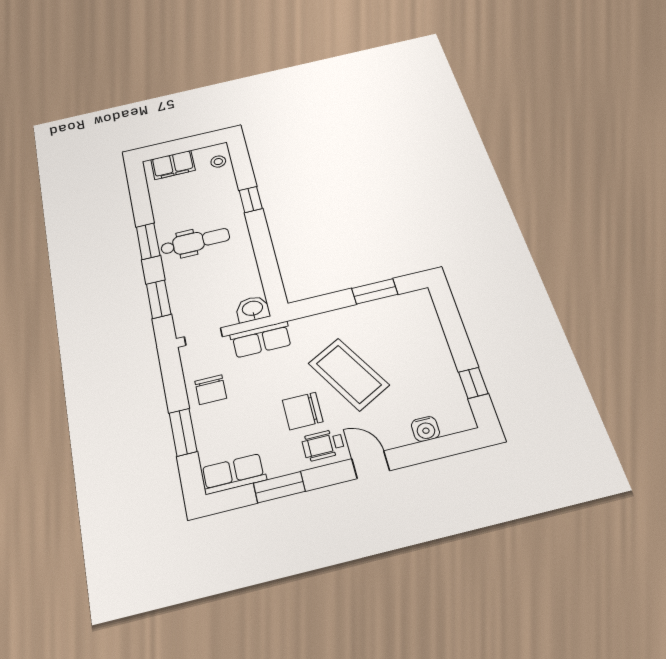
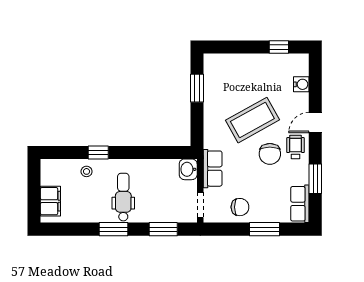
stool: (218, 162) -> (87, 171), moved
wheelchair: (323, 445) -> (296, 147), turned 180

